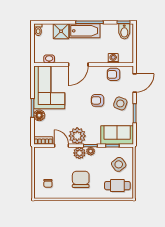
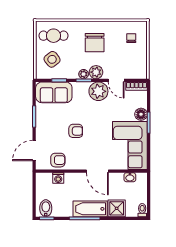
door: (78, 65) -> (97, 171), swing flipped
side table: (120, 103) -> (50, 128), removed

